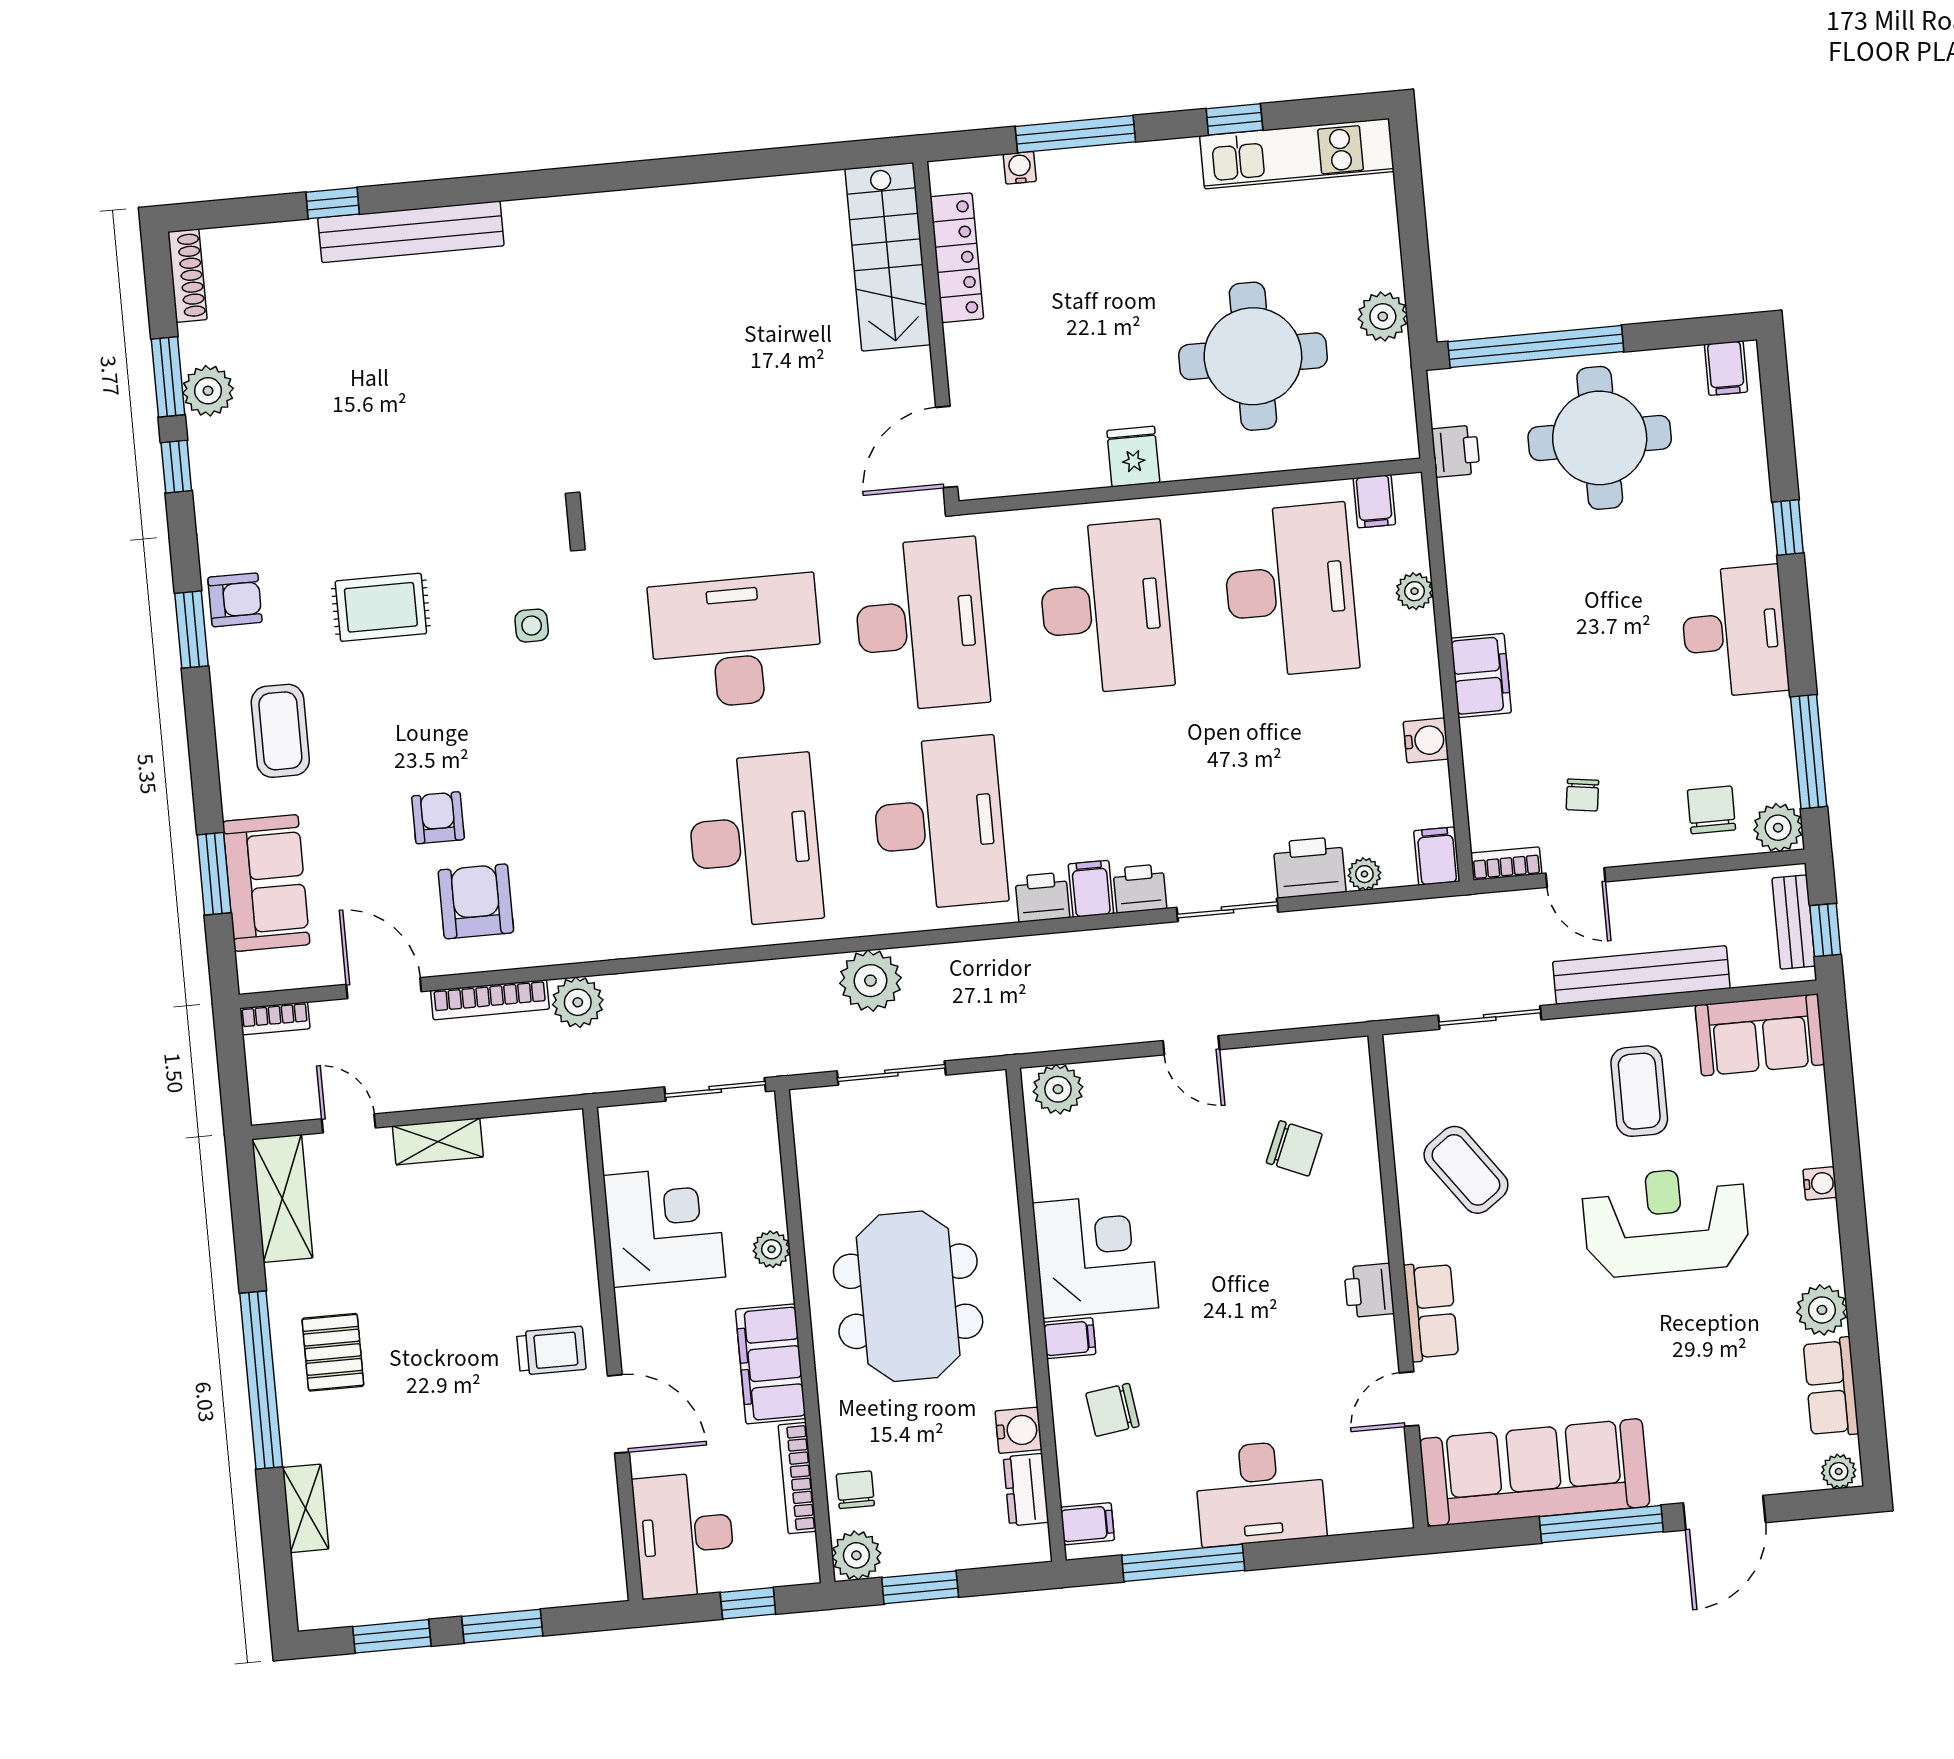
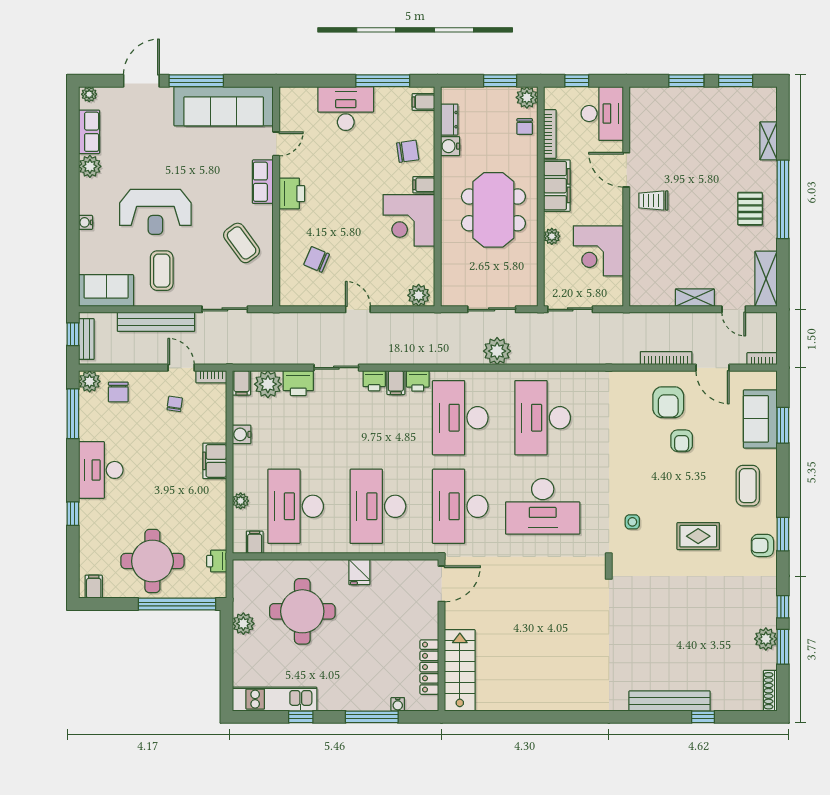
plant: (1364, 874) -> (268, 384), width x1.87, depth x1.87
plant: (578, 1002) -> (627, 353), removed
printer: (1369, 1291) -> (292, 194), width x1.36, depth x1.24

